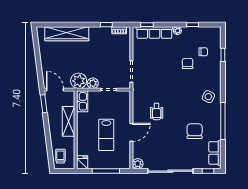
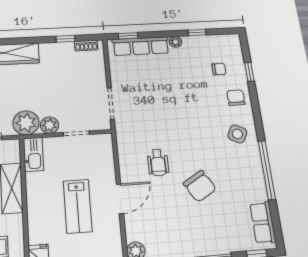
chair: (188, 63) -> (236, 98), moved
chair: (195, 131) -> (200, 186), moved, turned 149

